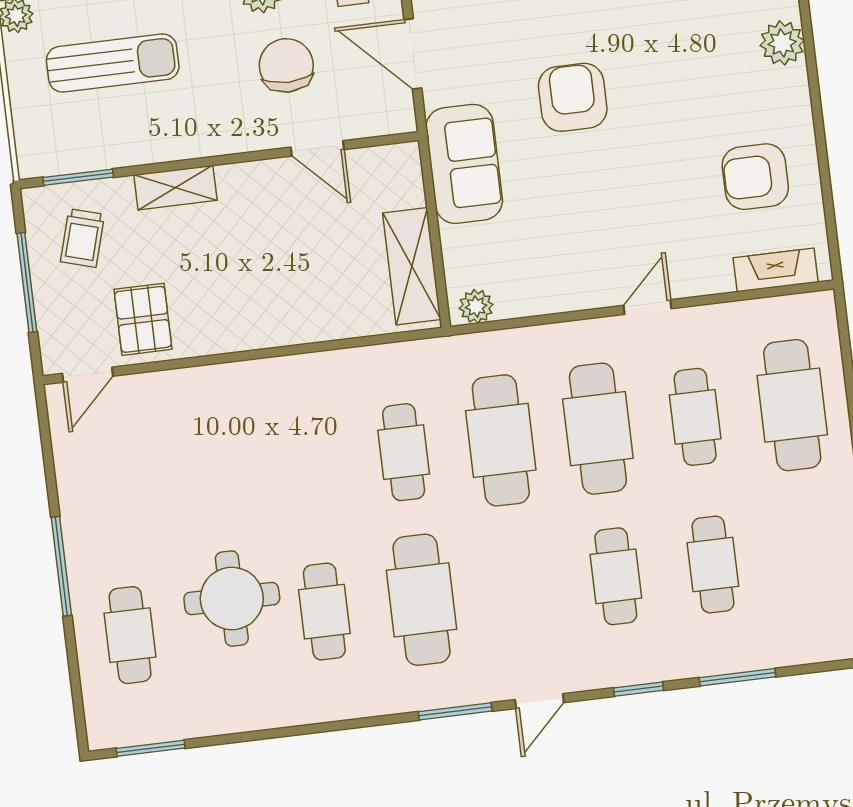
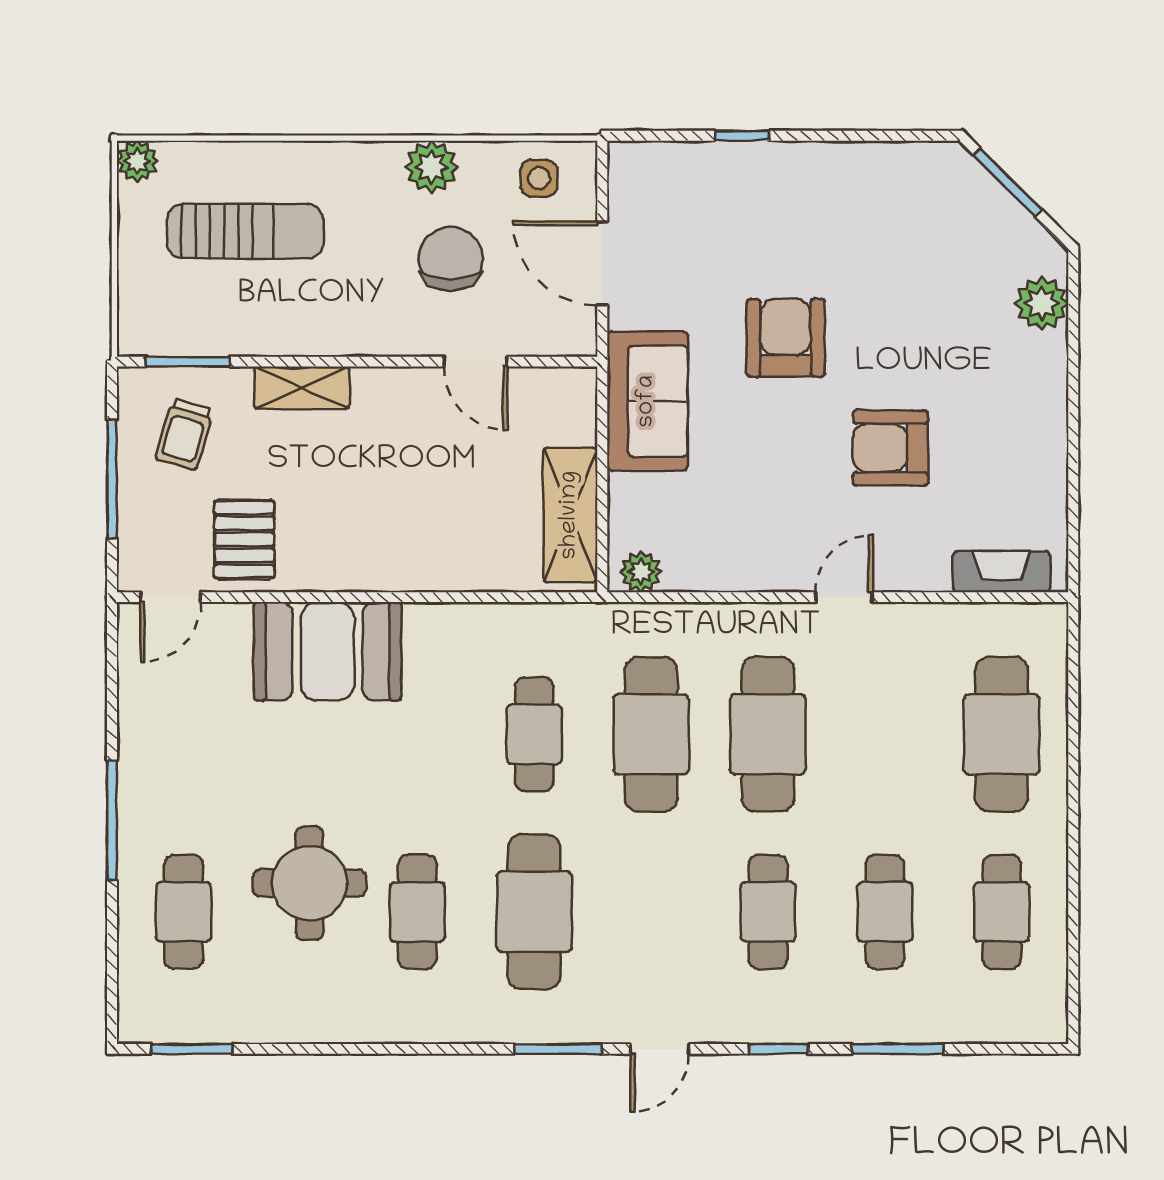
armchair: (755, 177) -> (890, 448), moved
booth: (224, 404) -> (328, 651), added
cafe table: (695, 417) -> (1002, 912), moved

